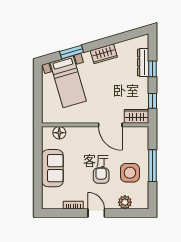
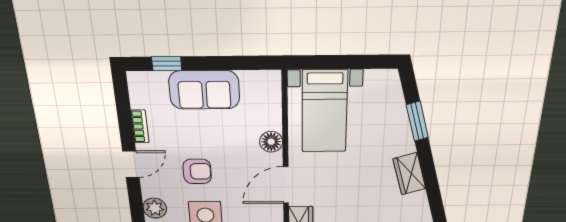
bed with nightstands: (68, 82) -> (324, 112), moved, turned -74
floor lamp: (59, 133) -> (271, 142), moved
window: (38, 187) -> (167, 64), added

